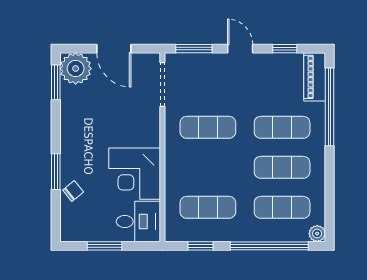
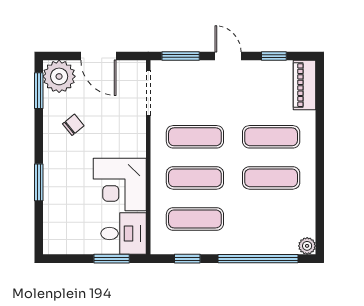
window: (330, 107) -> (320, 116), removed
chair: (73, 191) -> (73, 125), moved
exercise mat: (282, 207) -> (195, 178), moved
window: (105, 246) -> (112, 259), moved

